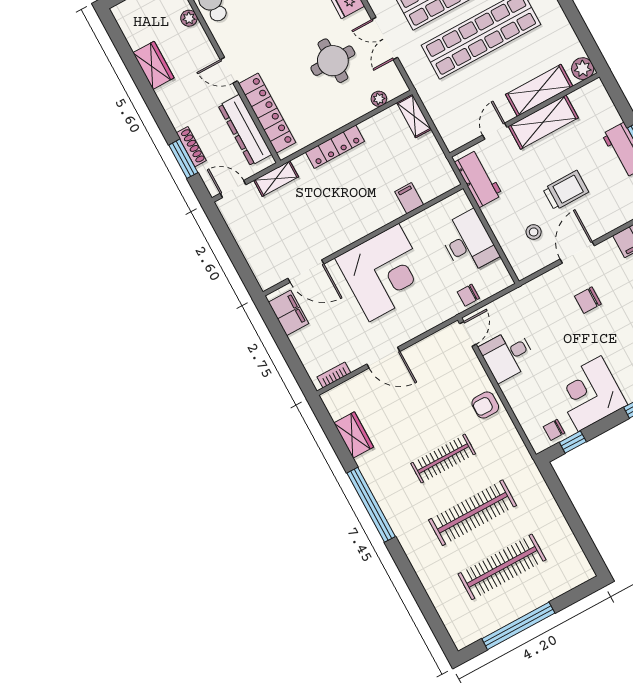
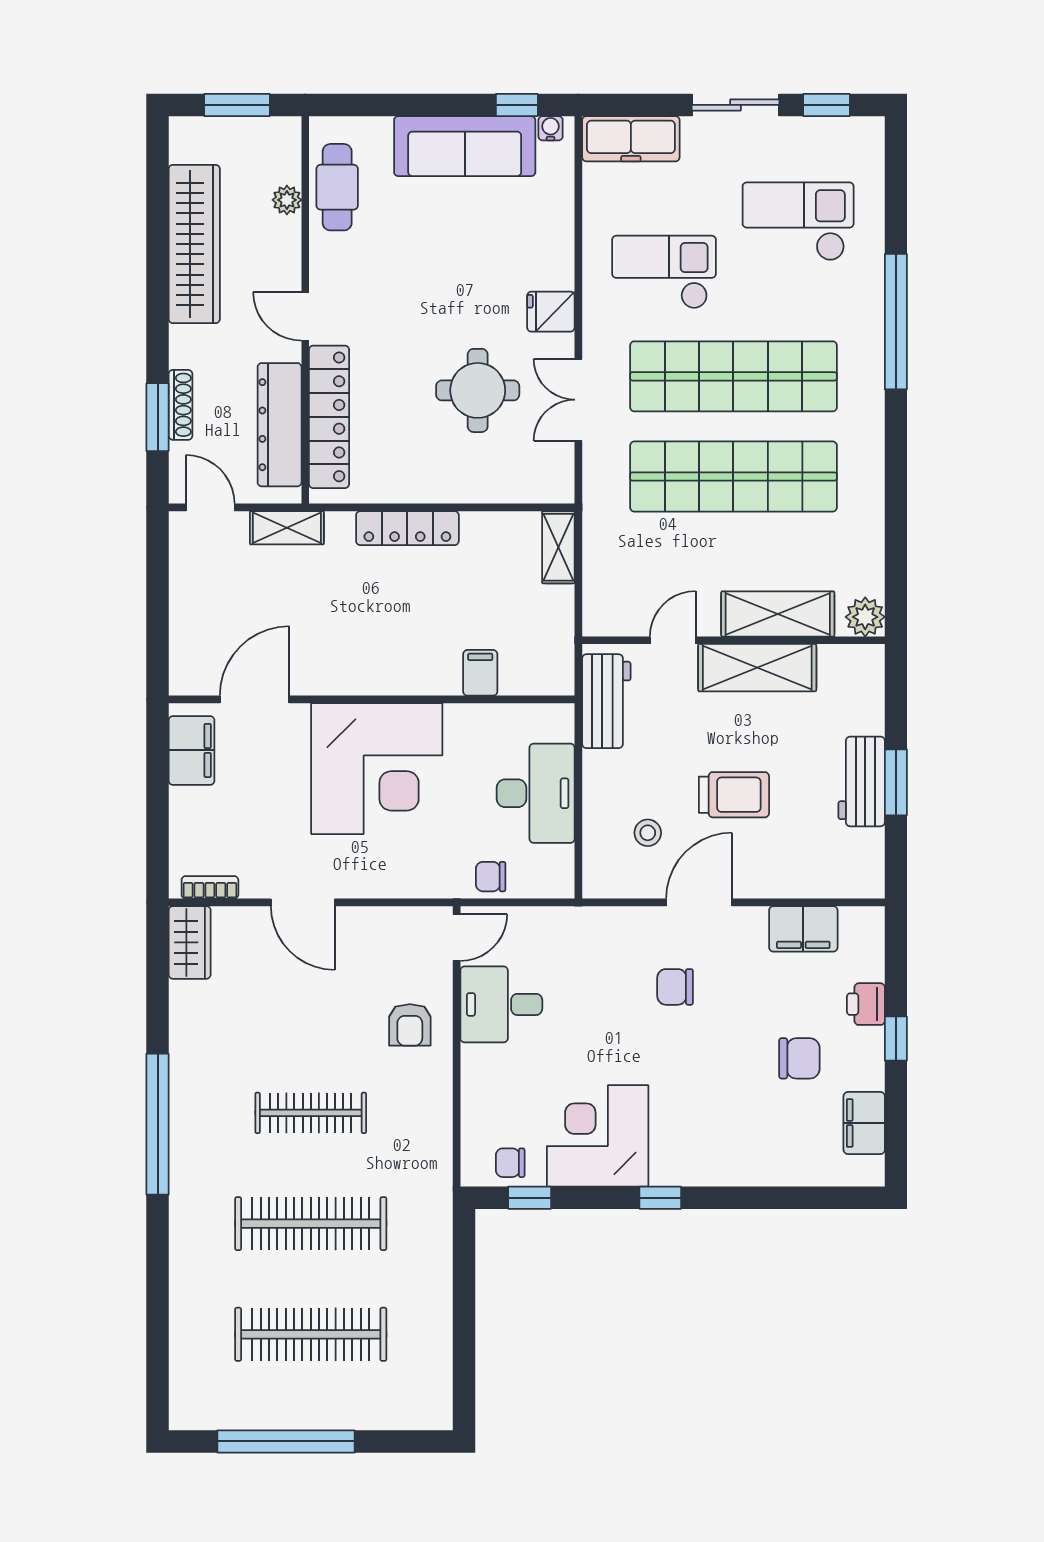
wardrobe: (153, 65) -> (194, 244), width x2.10, depth x1.17
plant: (379, 99) -> (518, 490), removed
door: (306, 271) -> (255, 699), swing flipped
armchair: (485, 405) -> (410, 1025), moved, turned -90
wardrobe: (354, 435) -> (190, 942), moved

